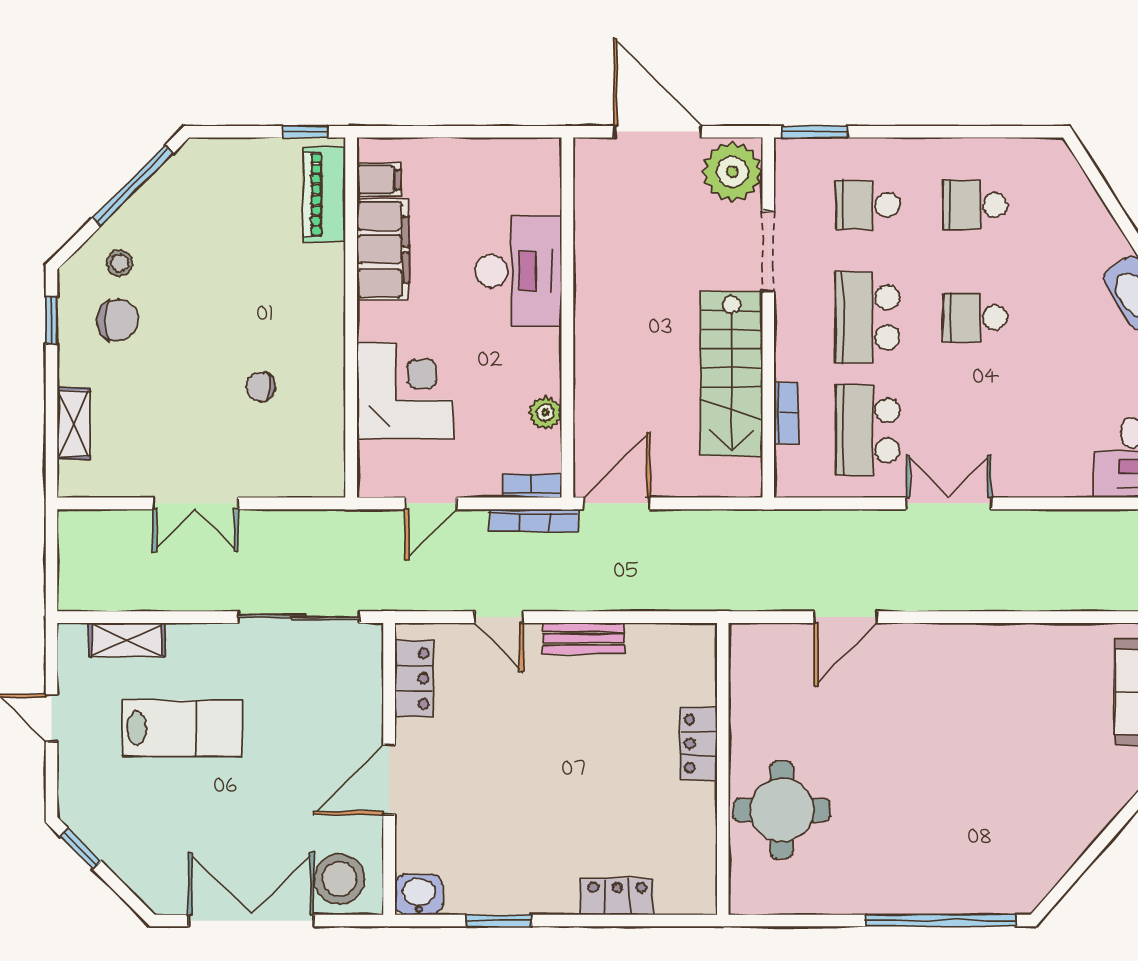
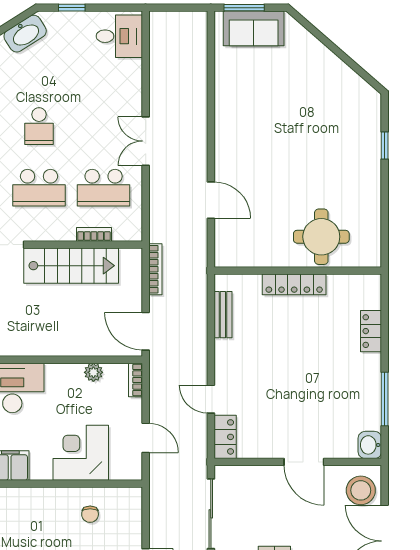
chair: (261, 387) -> (90, 514), moved
bookcase: (534, 520) -> (155, 269), moved
door: (499, 617) -> (211, 399), swing flipped
bench: (583, 638) -> (223, 315), moved
locker: (414, 679) -> (225, 437), moved, turned 90
locker: (699, 744) -> (294, 284), width x1.53
window: (499, 921) -> (385, 399), width x1.44
window: (941, 921) -> (385, 146), width x0.32

